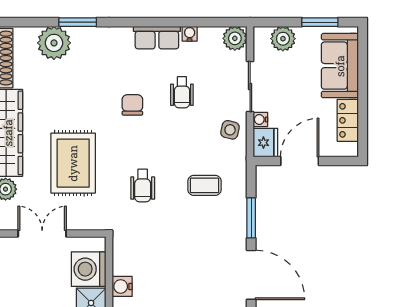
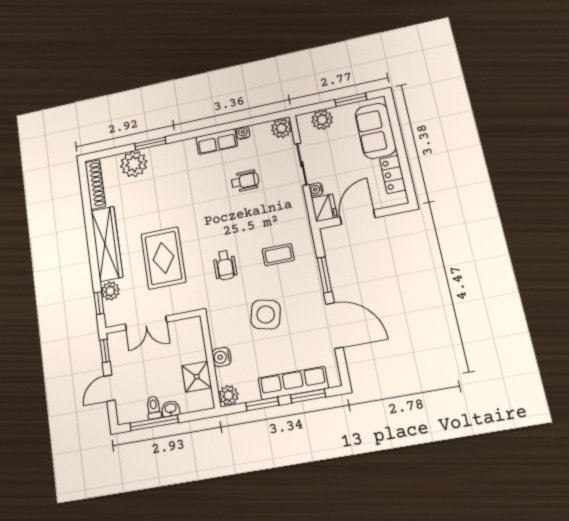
wheelchair: (182, 92) -> (245, 181), turned -90
chair: (132, 105) -> (205, 200), removed
side table: (230, 130) -> (266, 315), moved, width x1.87, depth x1.87
double door: (42, 234) -> (146, 323), swing flipped
washing machine: (89, 269) -> (190, 347), removed

